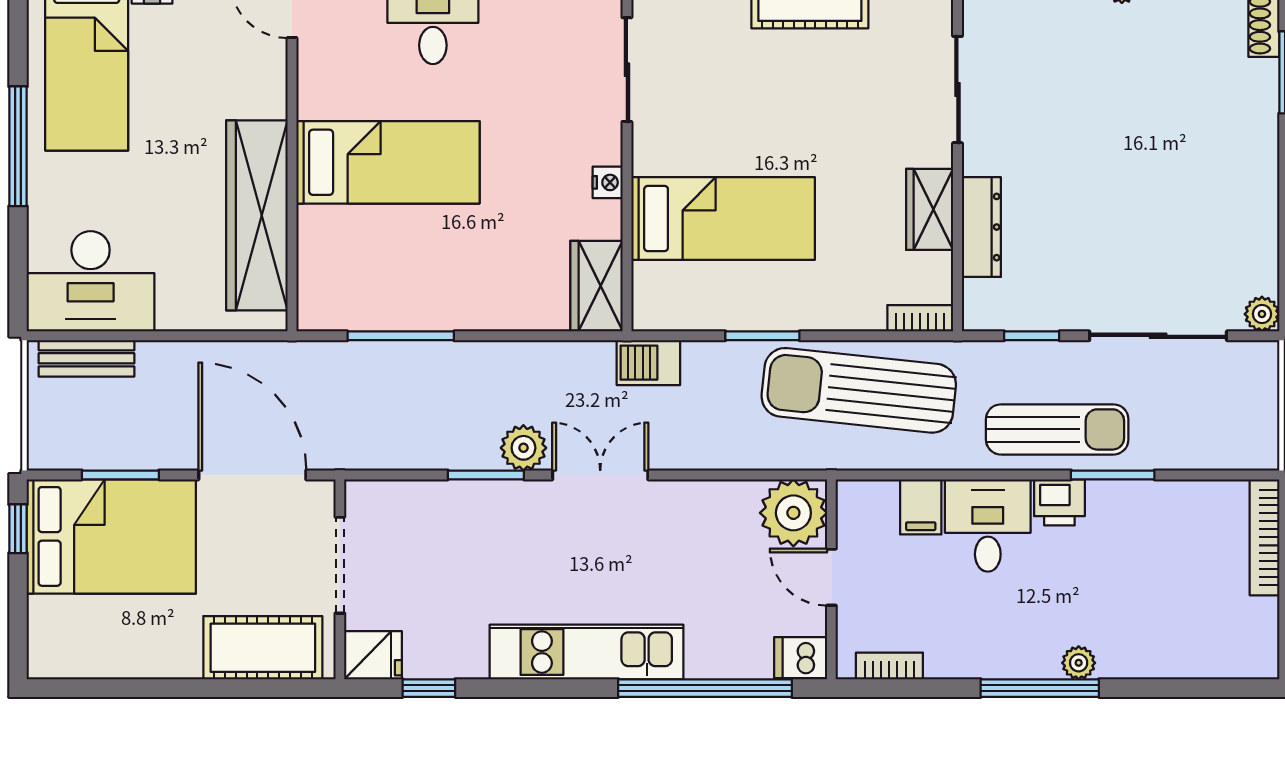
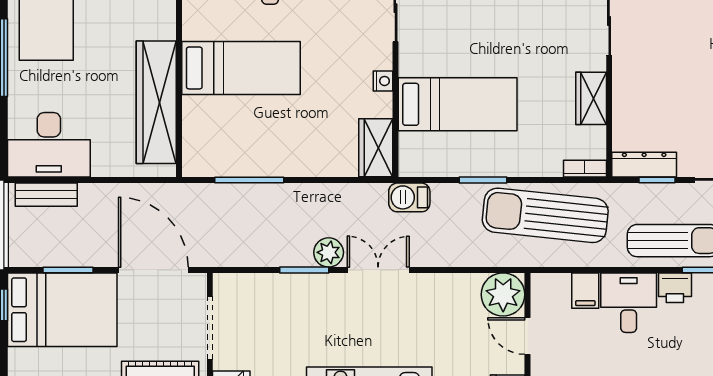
dresser: (981, 227) -> (644, 165), moved, turned -90

